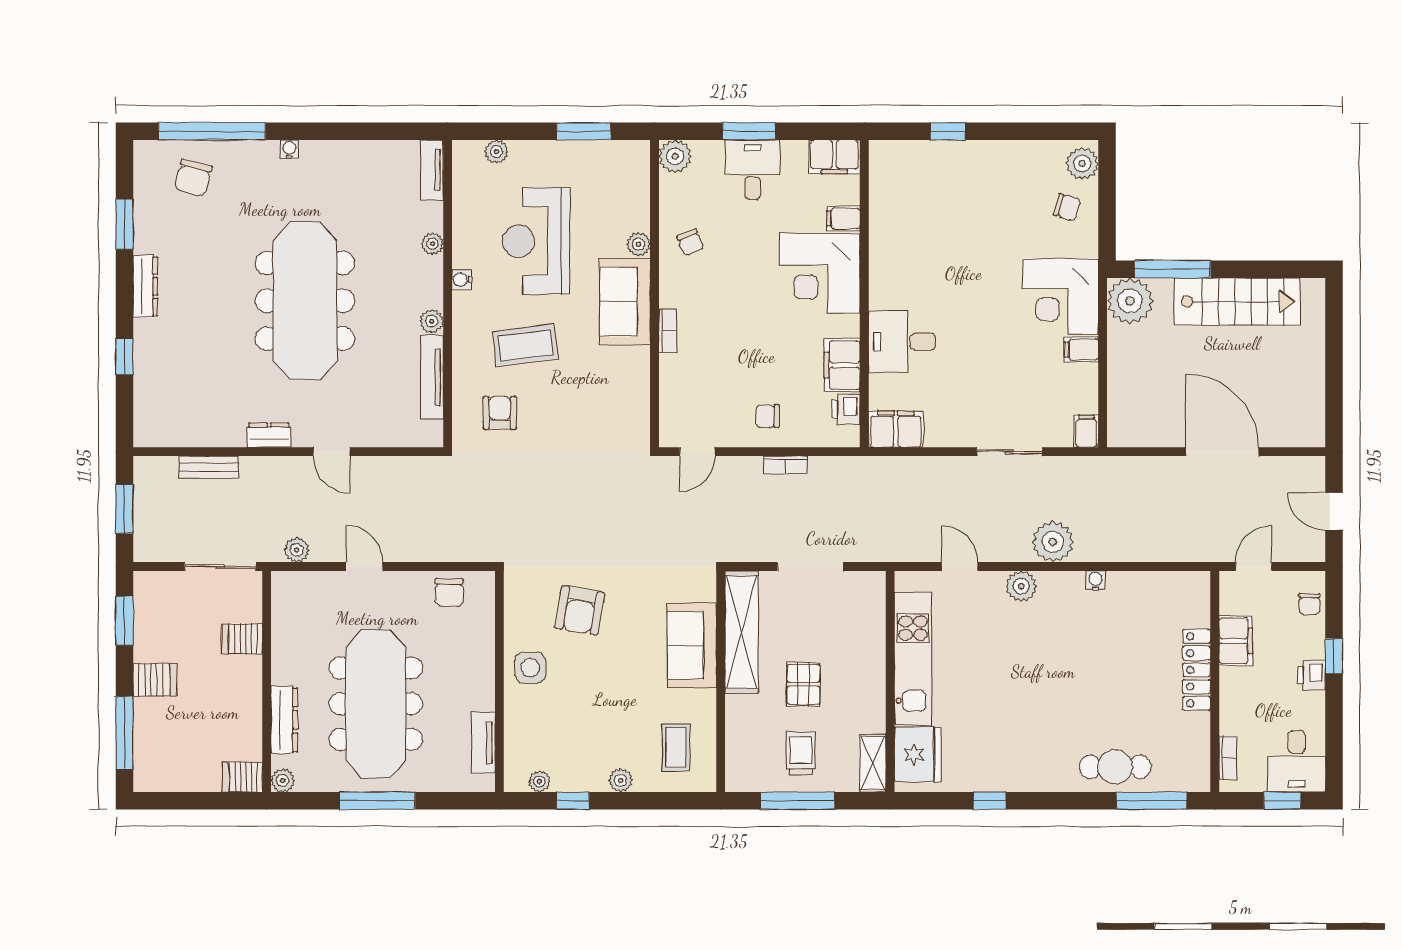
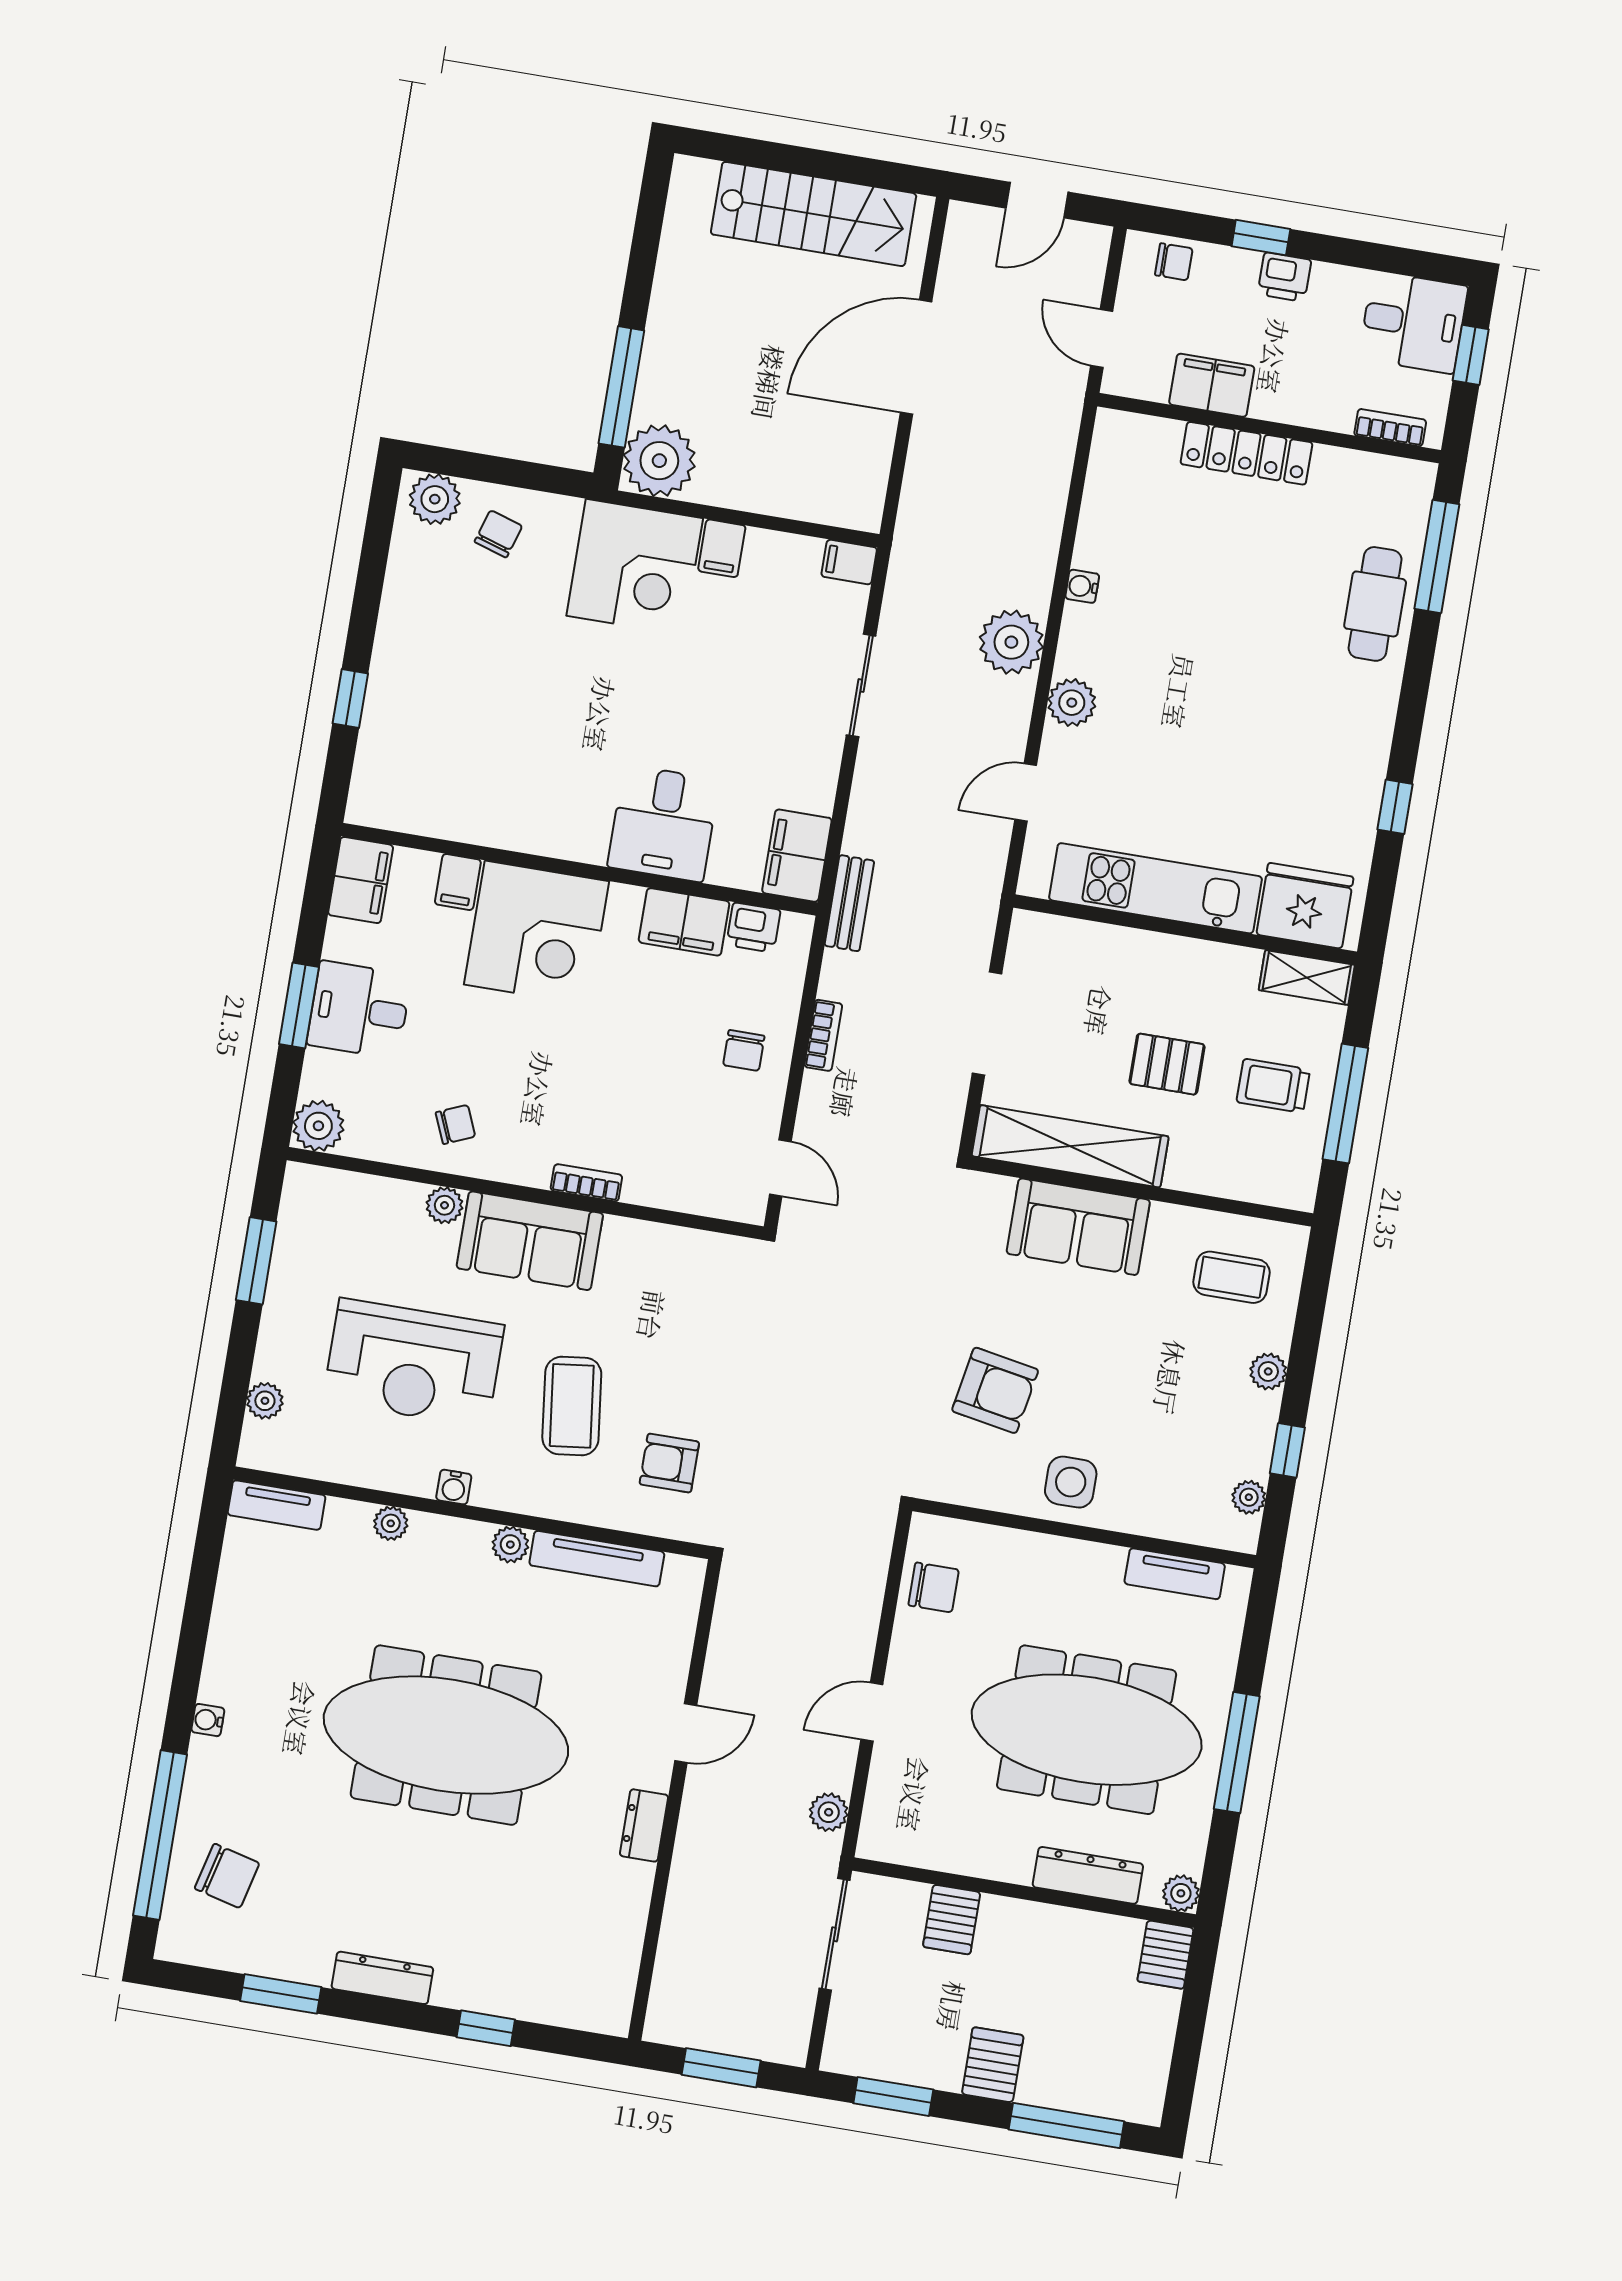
stairs: (1237, 302) -> (814, 214), moved, turned 90
bench: (209, 467) -> (849, 903), moved

